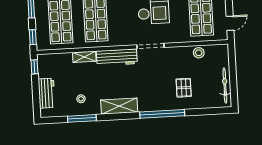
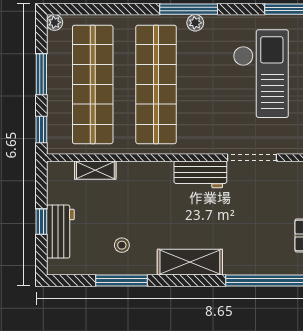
shelving: (84, 57) -> (95, 170), moved
workbench: (117, 57) -> (200, 174), width x0.73
window: (34, 67) -> (41, 222), moved

